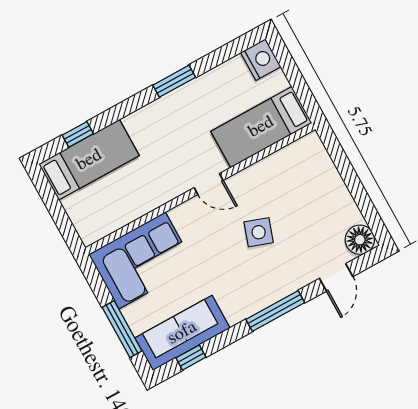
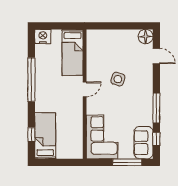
window: (174, 81) -> (31, 80), width x2.11
window: (275, 311) -> (156, 108), moved
sofa: (182, 333) -> (144, 143), width x0.73

